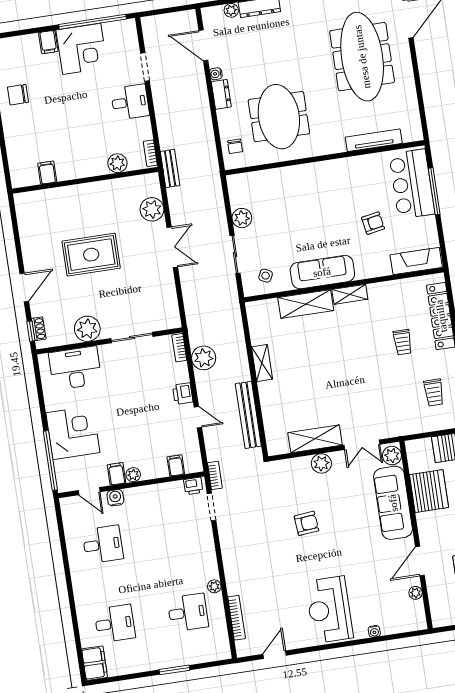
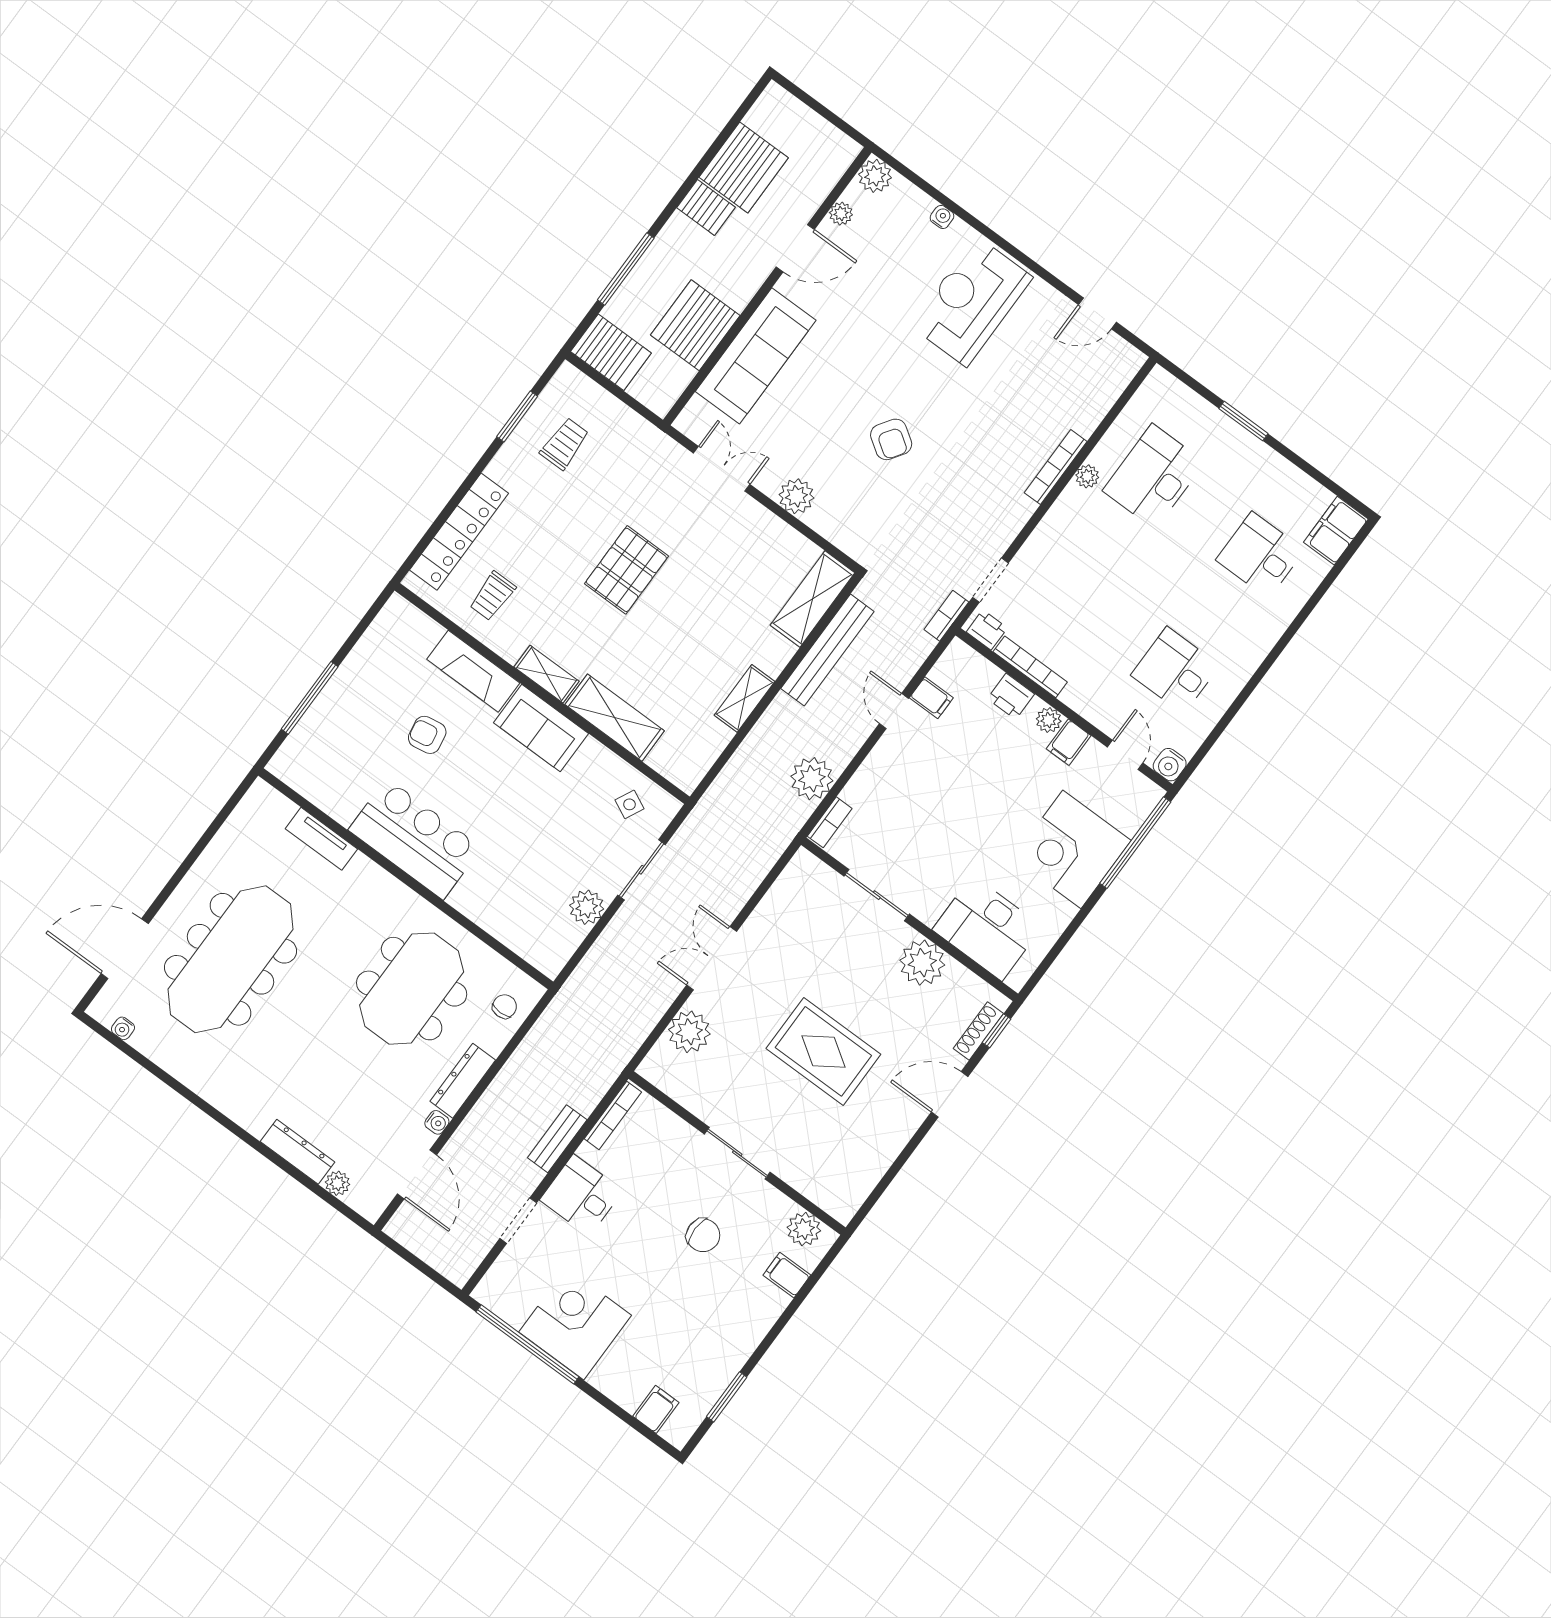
filing cabinet: (48, 42) -> (656, 1409), moved
dresser: (221, 94) -> (463, 1081), width x1.44
chair: (18, 95) -> (703, 1235), moved
tv unit: (374, 140) -> (321, 839), width x0.71
bookcase: (150, 153) -> (613, 1115), width x1.56
plant: (117, 163) -> (804, 1229), moved
bench: (170, 168) -> (557, 1139), moved
filing cabinet: (47, 173) -> (787, 1275), moved, turned 90
sliding door: (85, 180) -> (737, 1153), added
bar counter: (412, 184) -> (415, 839), moved, turned -90
fireplace: (416, 261) -> (473, 671), moved
sofa: (322, 272) -> (541, 728), width x0.73
shoe rack: (39, 329) -> (978, 1031), width x1.43
trolley: (403, 342) -> (492, 596), moved, turned 180
pallet: (359, 367) -> (626, 570), added
printer: (183, 394) -> (1011, 696), moved, turned 90
shelving: (315, 439) -> (812, 599), moved, turned 90
plant: (392, 456) -> (875, 176), moved
filing cabinet: (176, 465) -> (931, 698), moved, turned -90
bookcase: (162, 488) -> (1030, 667), added
water cooler: (115, 498) -> (1170, 765), moved
armchair: (306, 523) -> (891, 439), turned -141
reception desk: (329, 610) -> (972, 302), turned 180
desk: (188, 612) -> (1154, 477), width x1.37
bookcase: (237, 618) -> (1056, 467), moved

